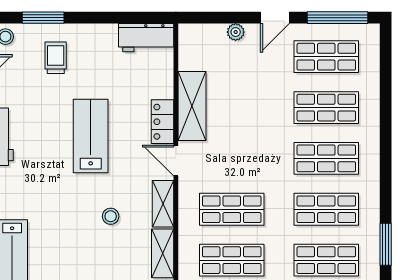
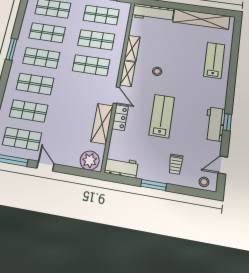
window: (43, 18) -> (154, 185), moved
door: (275, 18) -> (45, 166), hinge flipped
plant: (236, 32) -> (90, 160), moved, width x1.88, depth x1.88
lab bench: (91, 136) -> (162, 116), turned 180
window: (386, 244) -> (12, 49), moved

